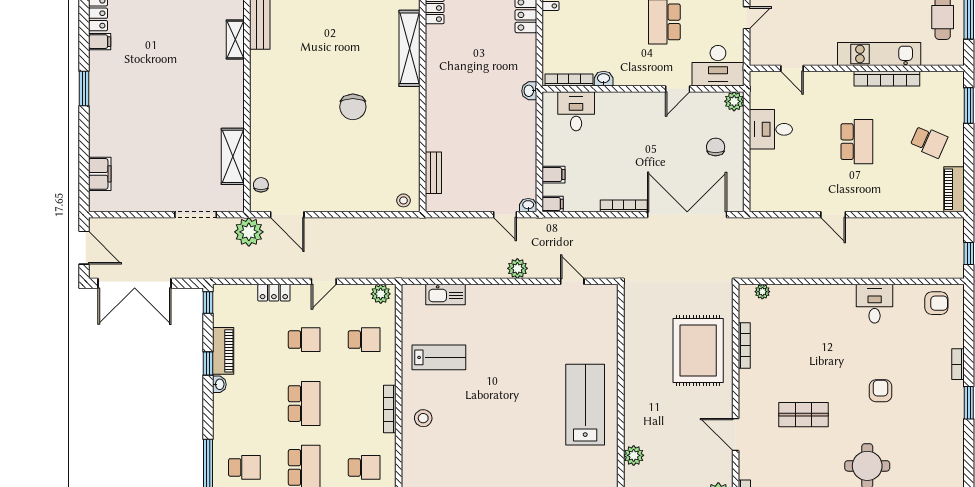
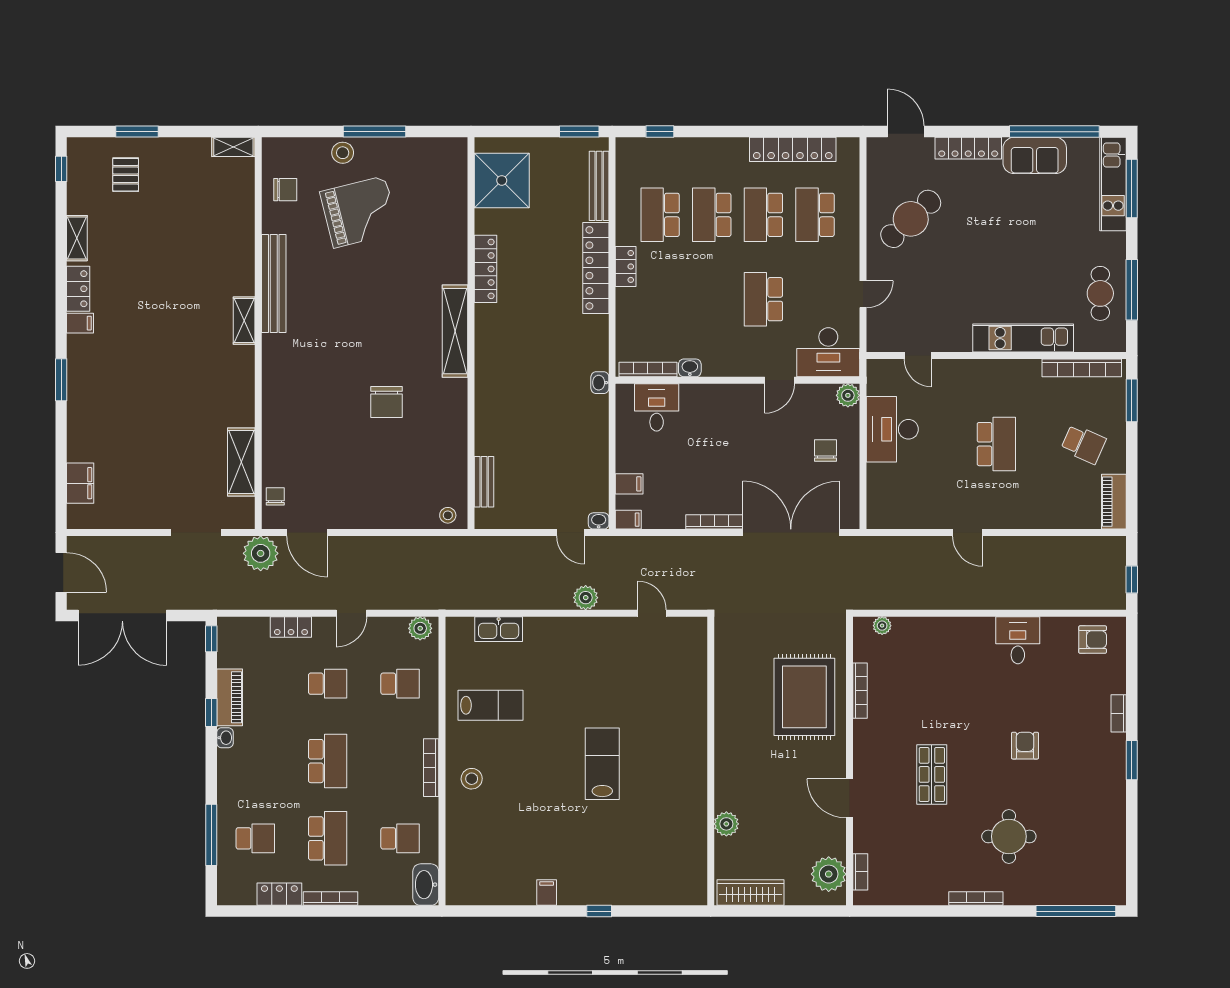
bookcase: (887, 79) -> (1082, 368), moved
desk: (771, 129) -> (892, 429), width x1.37
lab bench: (585, 405) -> (602, 764), moved, width x0.73, depth x0.72
shop shelf: (804, 415) -> (932, 774), turned 90

